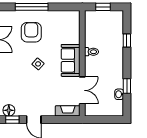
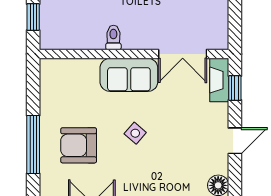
double door: (82, 90) -> (183, 54), swing flipped
window: (12, 120) -> (235, 88), moved

